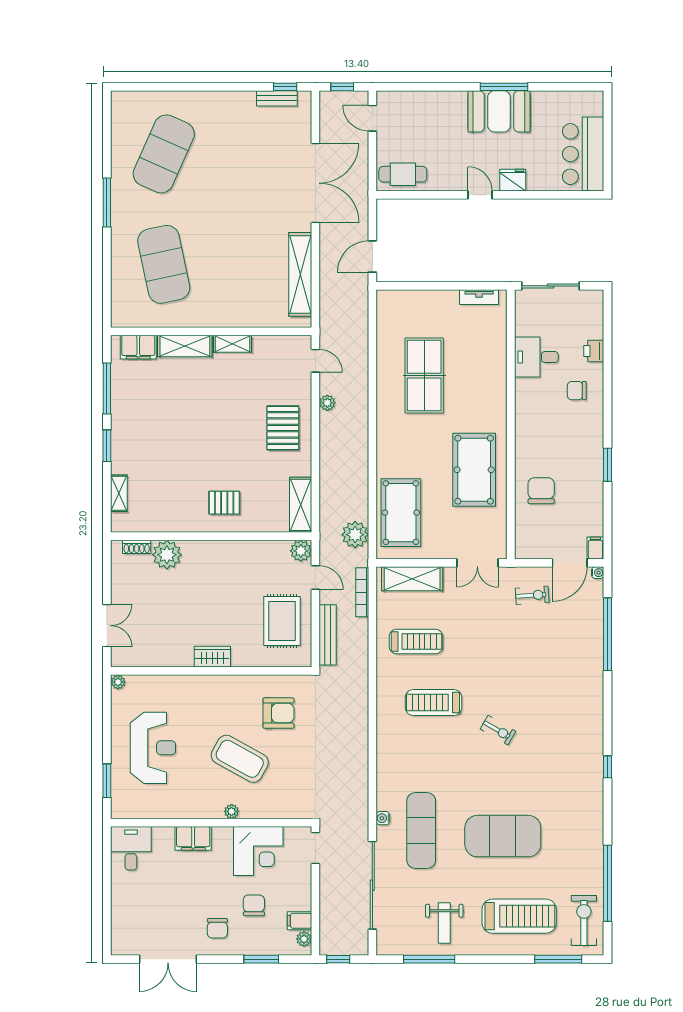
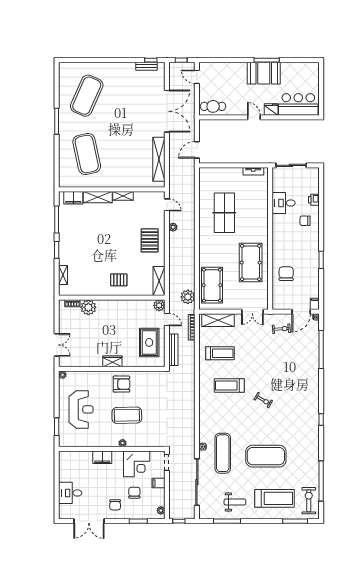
bar counter: (583, 154) -> (298, 104), moved, turned 90
armchair: (278, 713) -> (122, 384), moved
coffee table: (240, 759) -> (127, 415), turned -30
desk: (131, 848) -> (70, 493), moved, turned -90
filing cabinet: (299, 921) -> (158, 483), moved
weight bench: (444, 923) -> (235, 502), turned -90

